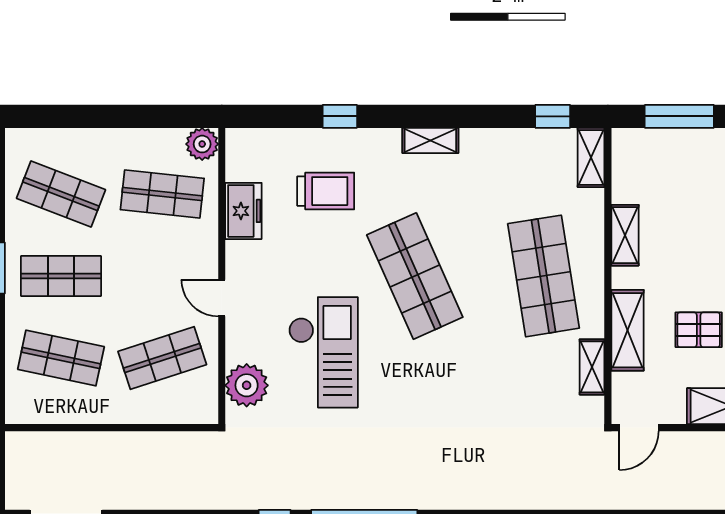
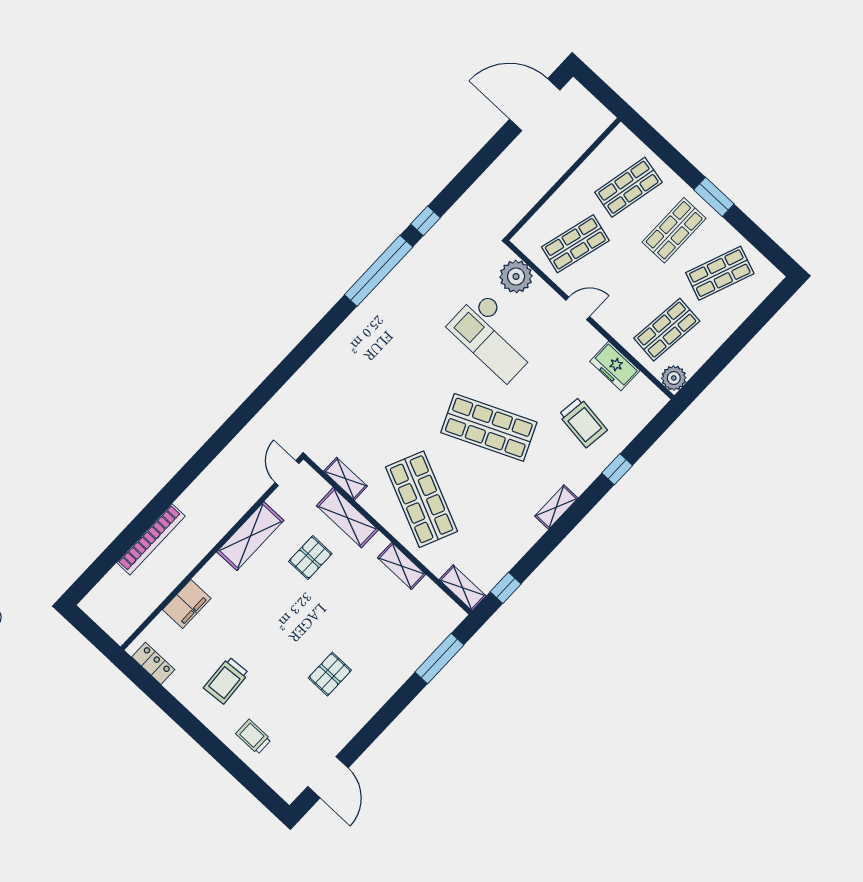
trolley: (326, 191) -> (583, 422), turned -83
shop shelf: (543, 276) -> (422, 499), turned 33
shop shelf: (162, 358) -> (575, 244), turned 33

